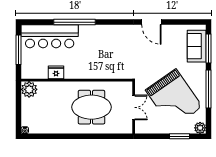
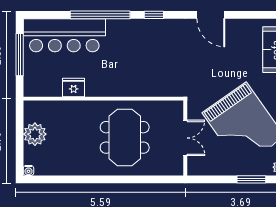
window: (112, 22) -> (154, 15), added
plant: (29, 89) -> (35, 134), moved
meeting table: (91, 107) -> (125, 137), turned 90

